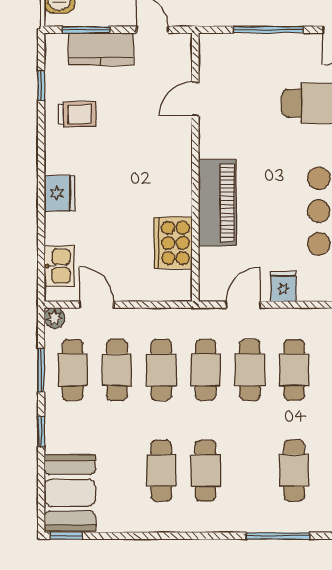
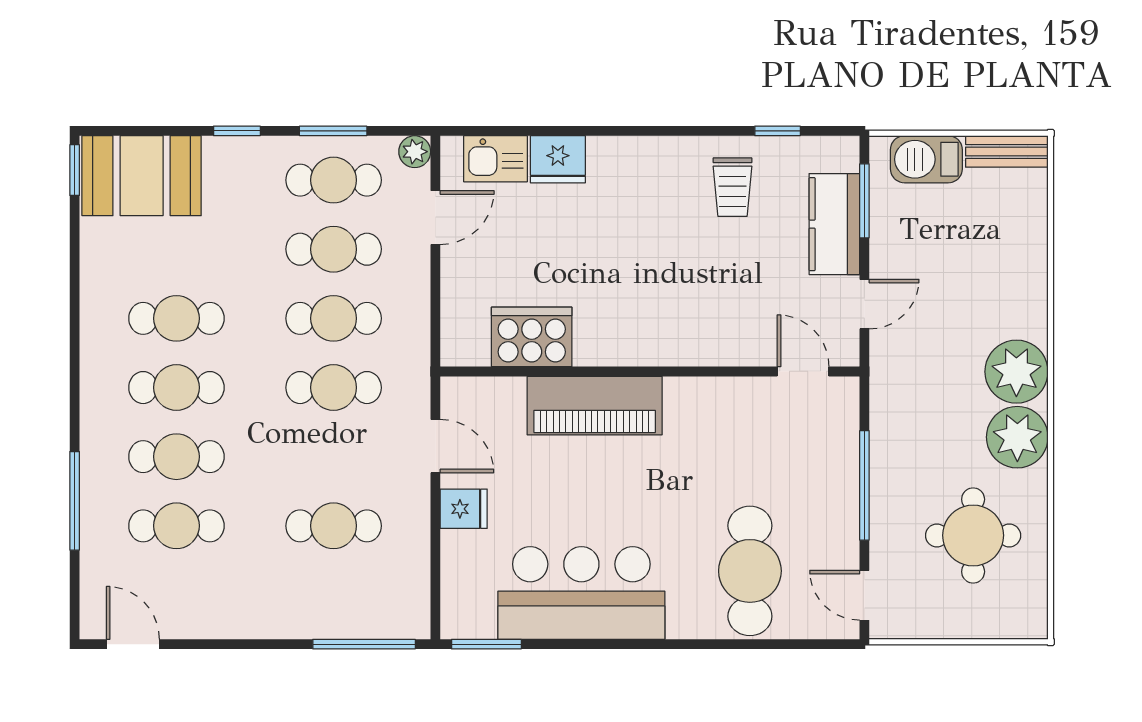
door: (195, 99) -> (803, 371), moved
fridge: (59, 193) -> (558, 159), moved
cafe table: (250, 370) -> (176, 457), moved

